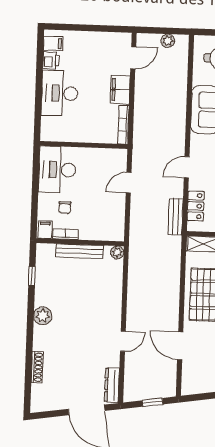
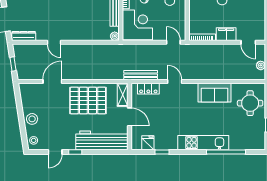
door: (129, 183) -> (173, 42), moved
bench: (176, 217) -> (141, 75), width x1.36
corner desk: (102, 219) -> (137, 25), added

